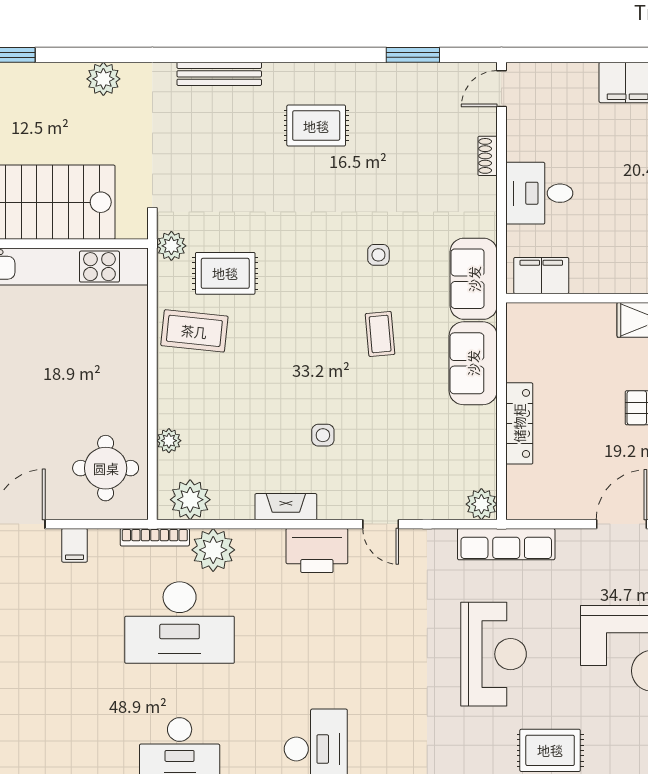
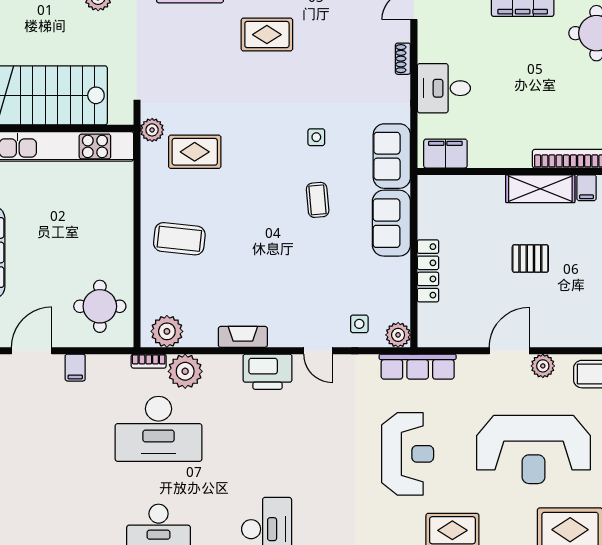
coffee table: (194, 331) -> (179, 239), moved
side table: (323, 435) -> (359, 324), moved
plant: (169, 441) -> (150, 285), removed
bookcase: (155, 537) -> (149, 361), width x0.64

